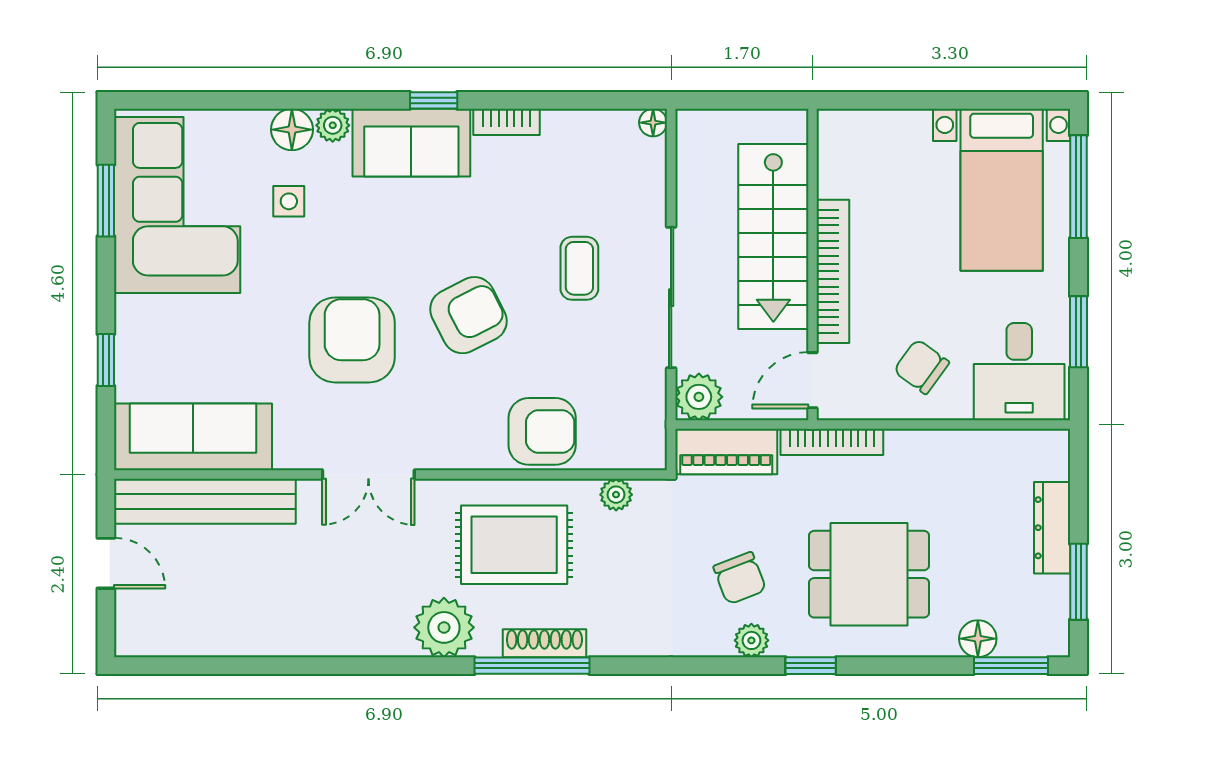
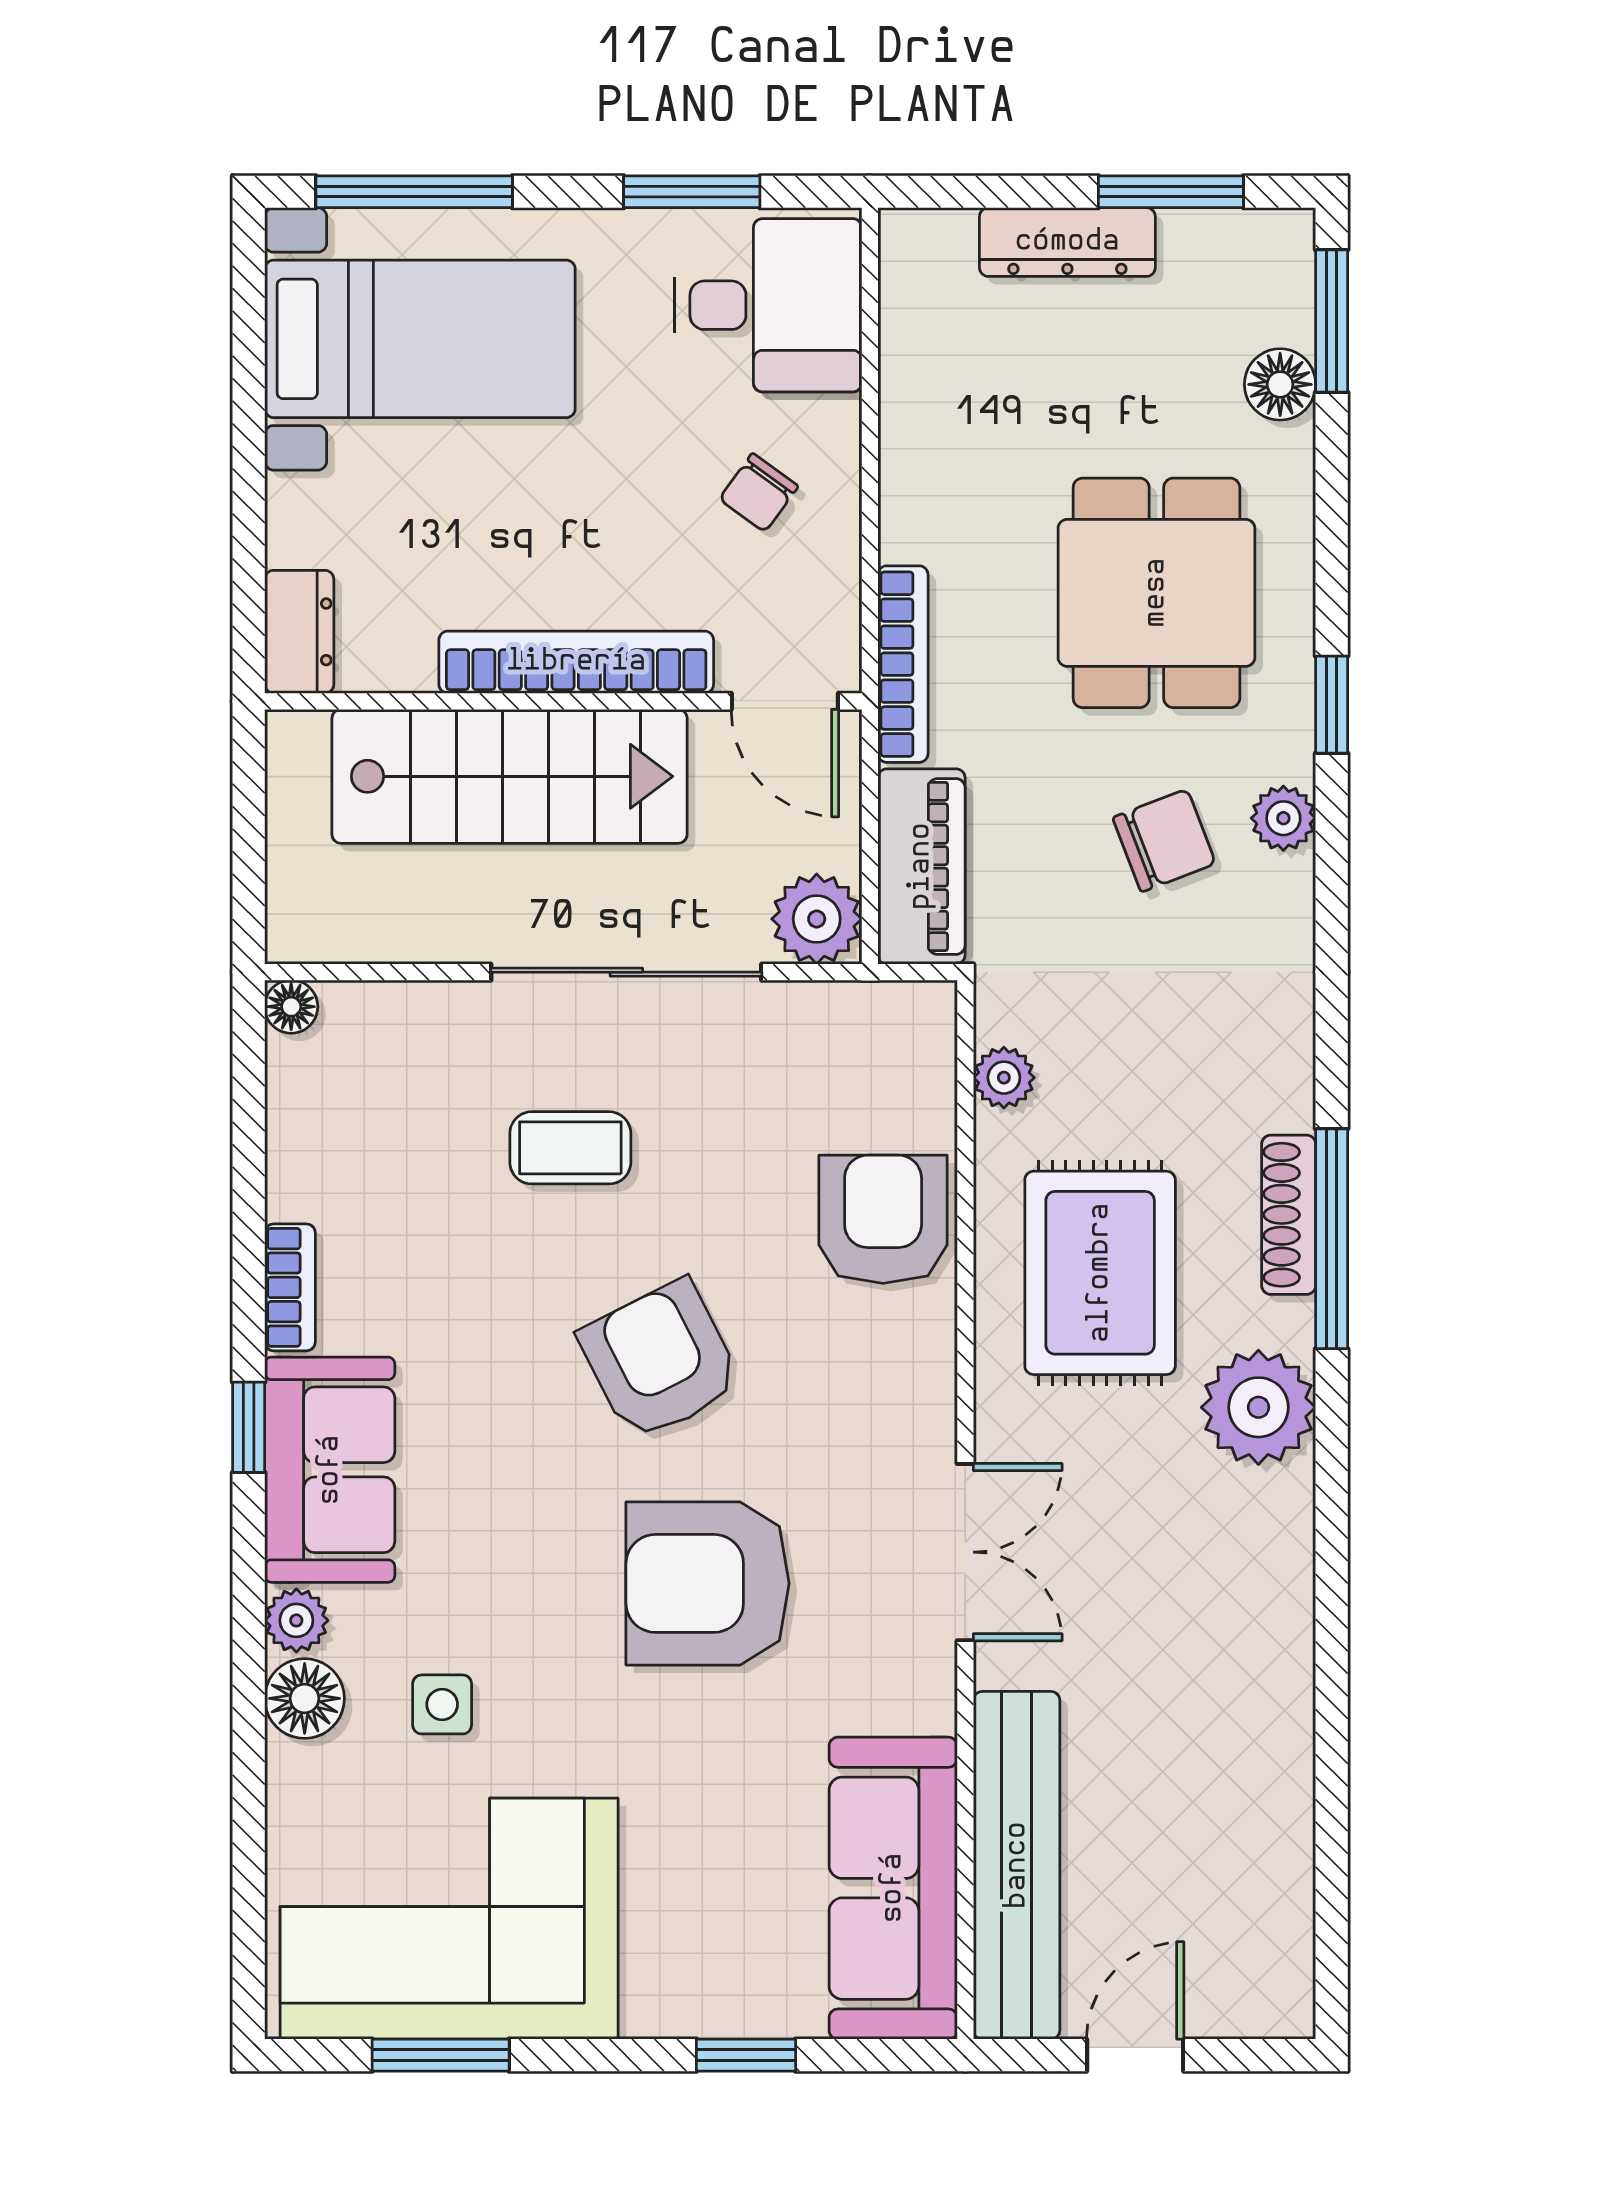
dresser: (849, 127) -> (299, 632), added
chair: (921, 367) -> (759, 493), width x0.73, depth x0.73

